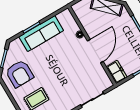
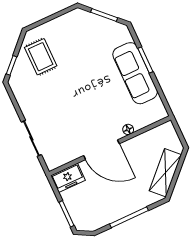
armchair: (19, 74) -> (80, 36), removed

